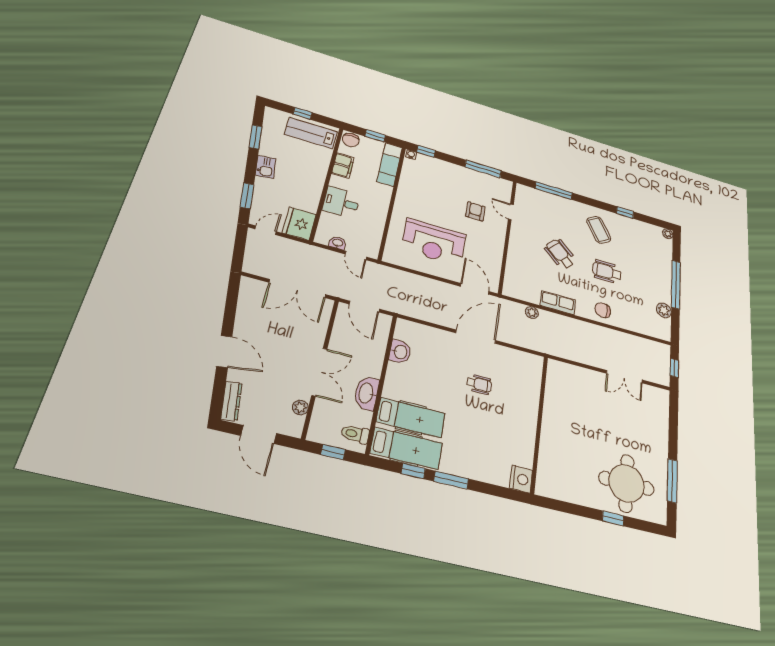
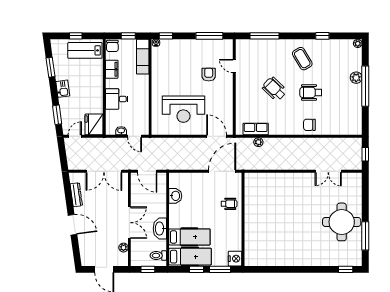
row of seats: (558, 303) -> (256, 129), moved
plant: (664, 310) -> (356, 78), moved
dresser: (231, 401) -> (76, 195), moved
wall: (539, 423) -> (243, 219), moved
nightstand: (521, 479) -> (235, 259), moved
round table: (626, 483) -> (342, 222), moved
window: (613, 518) -> (346, 269), moved

